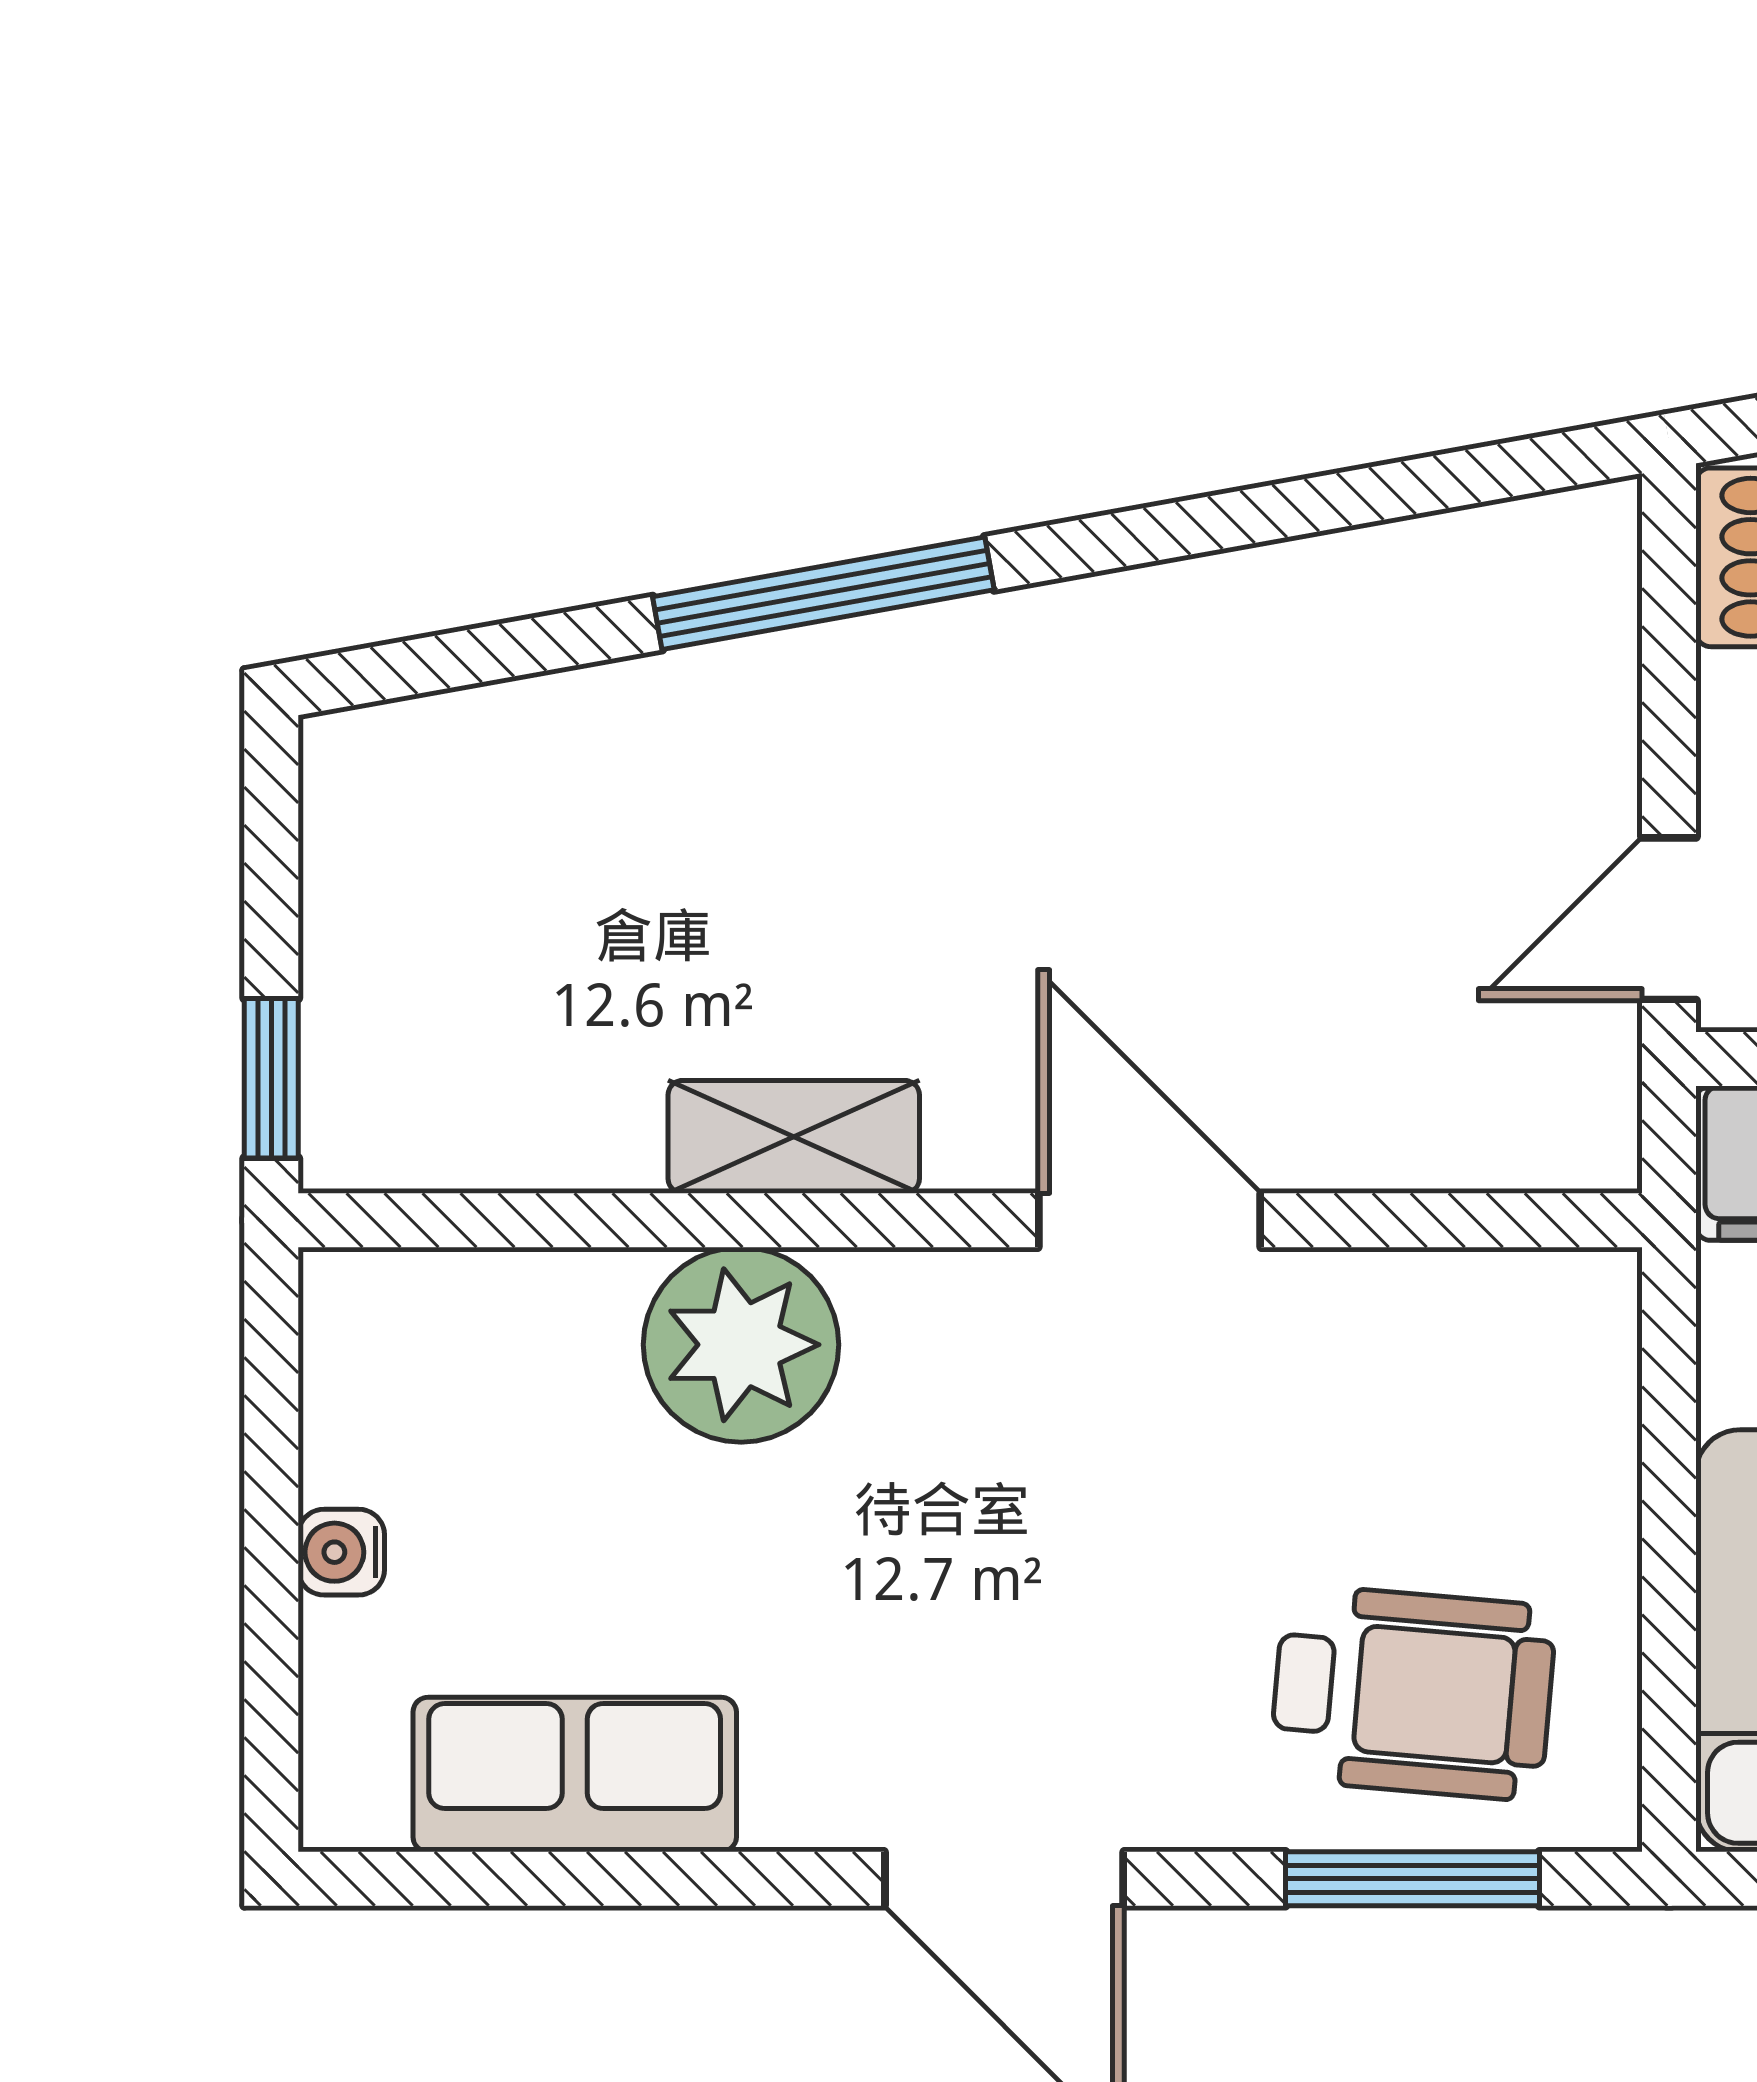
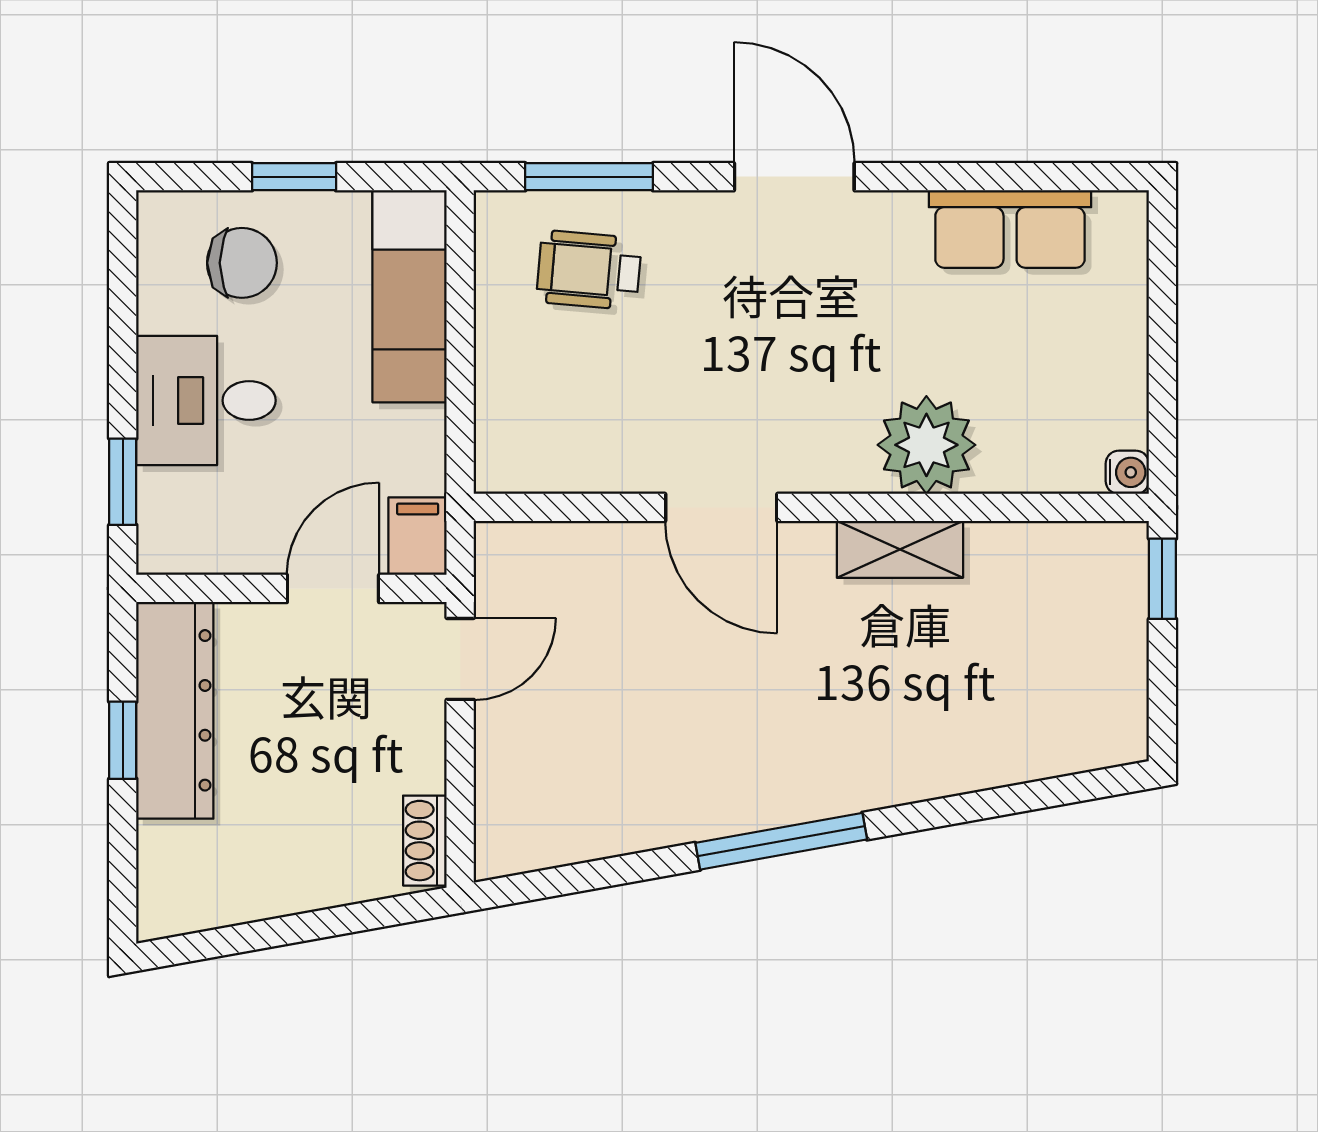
window: (823, 593) -> (781, 841), moved
water cooler: (341, 1552) -> (1127, 472), moved
wheelchair: (1413, 1693) -> (589, 270), width x0.73, depth x0.73

